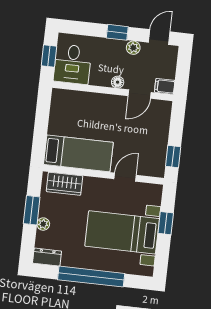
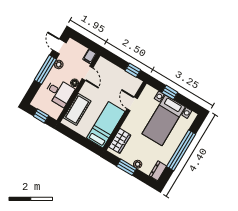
window: (117, 32) -> (45, 70), width x2.17
desk: (72, 64) -> (59, 92), moved
cot: (82, 103) -> (77, 109), added

